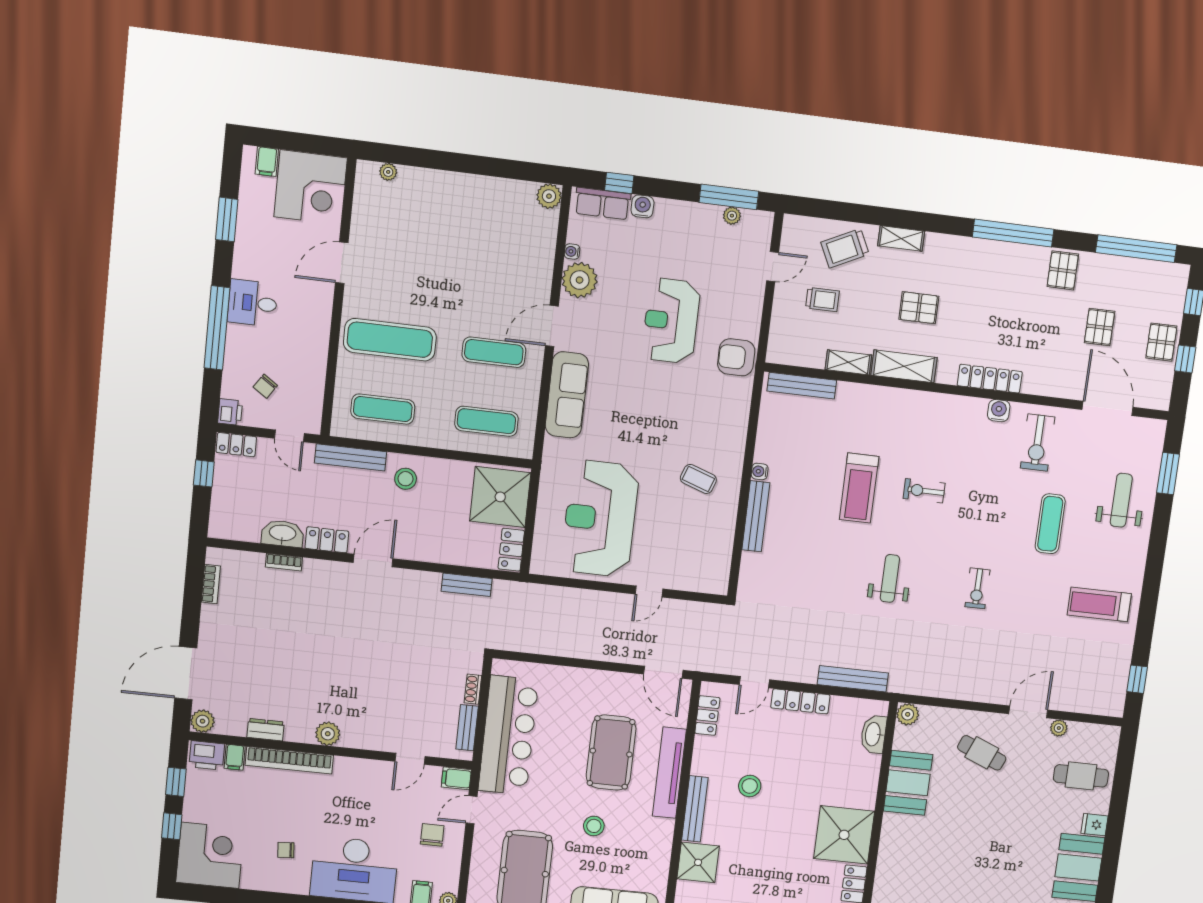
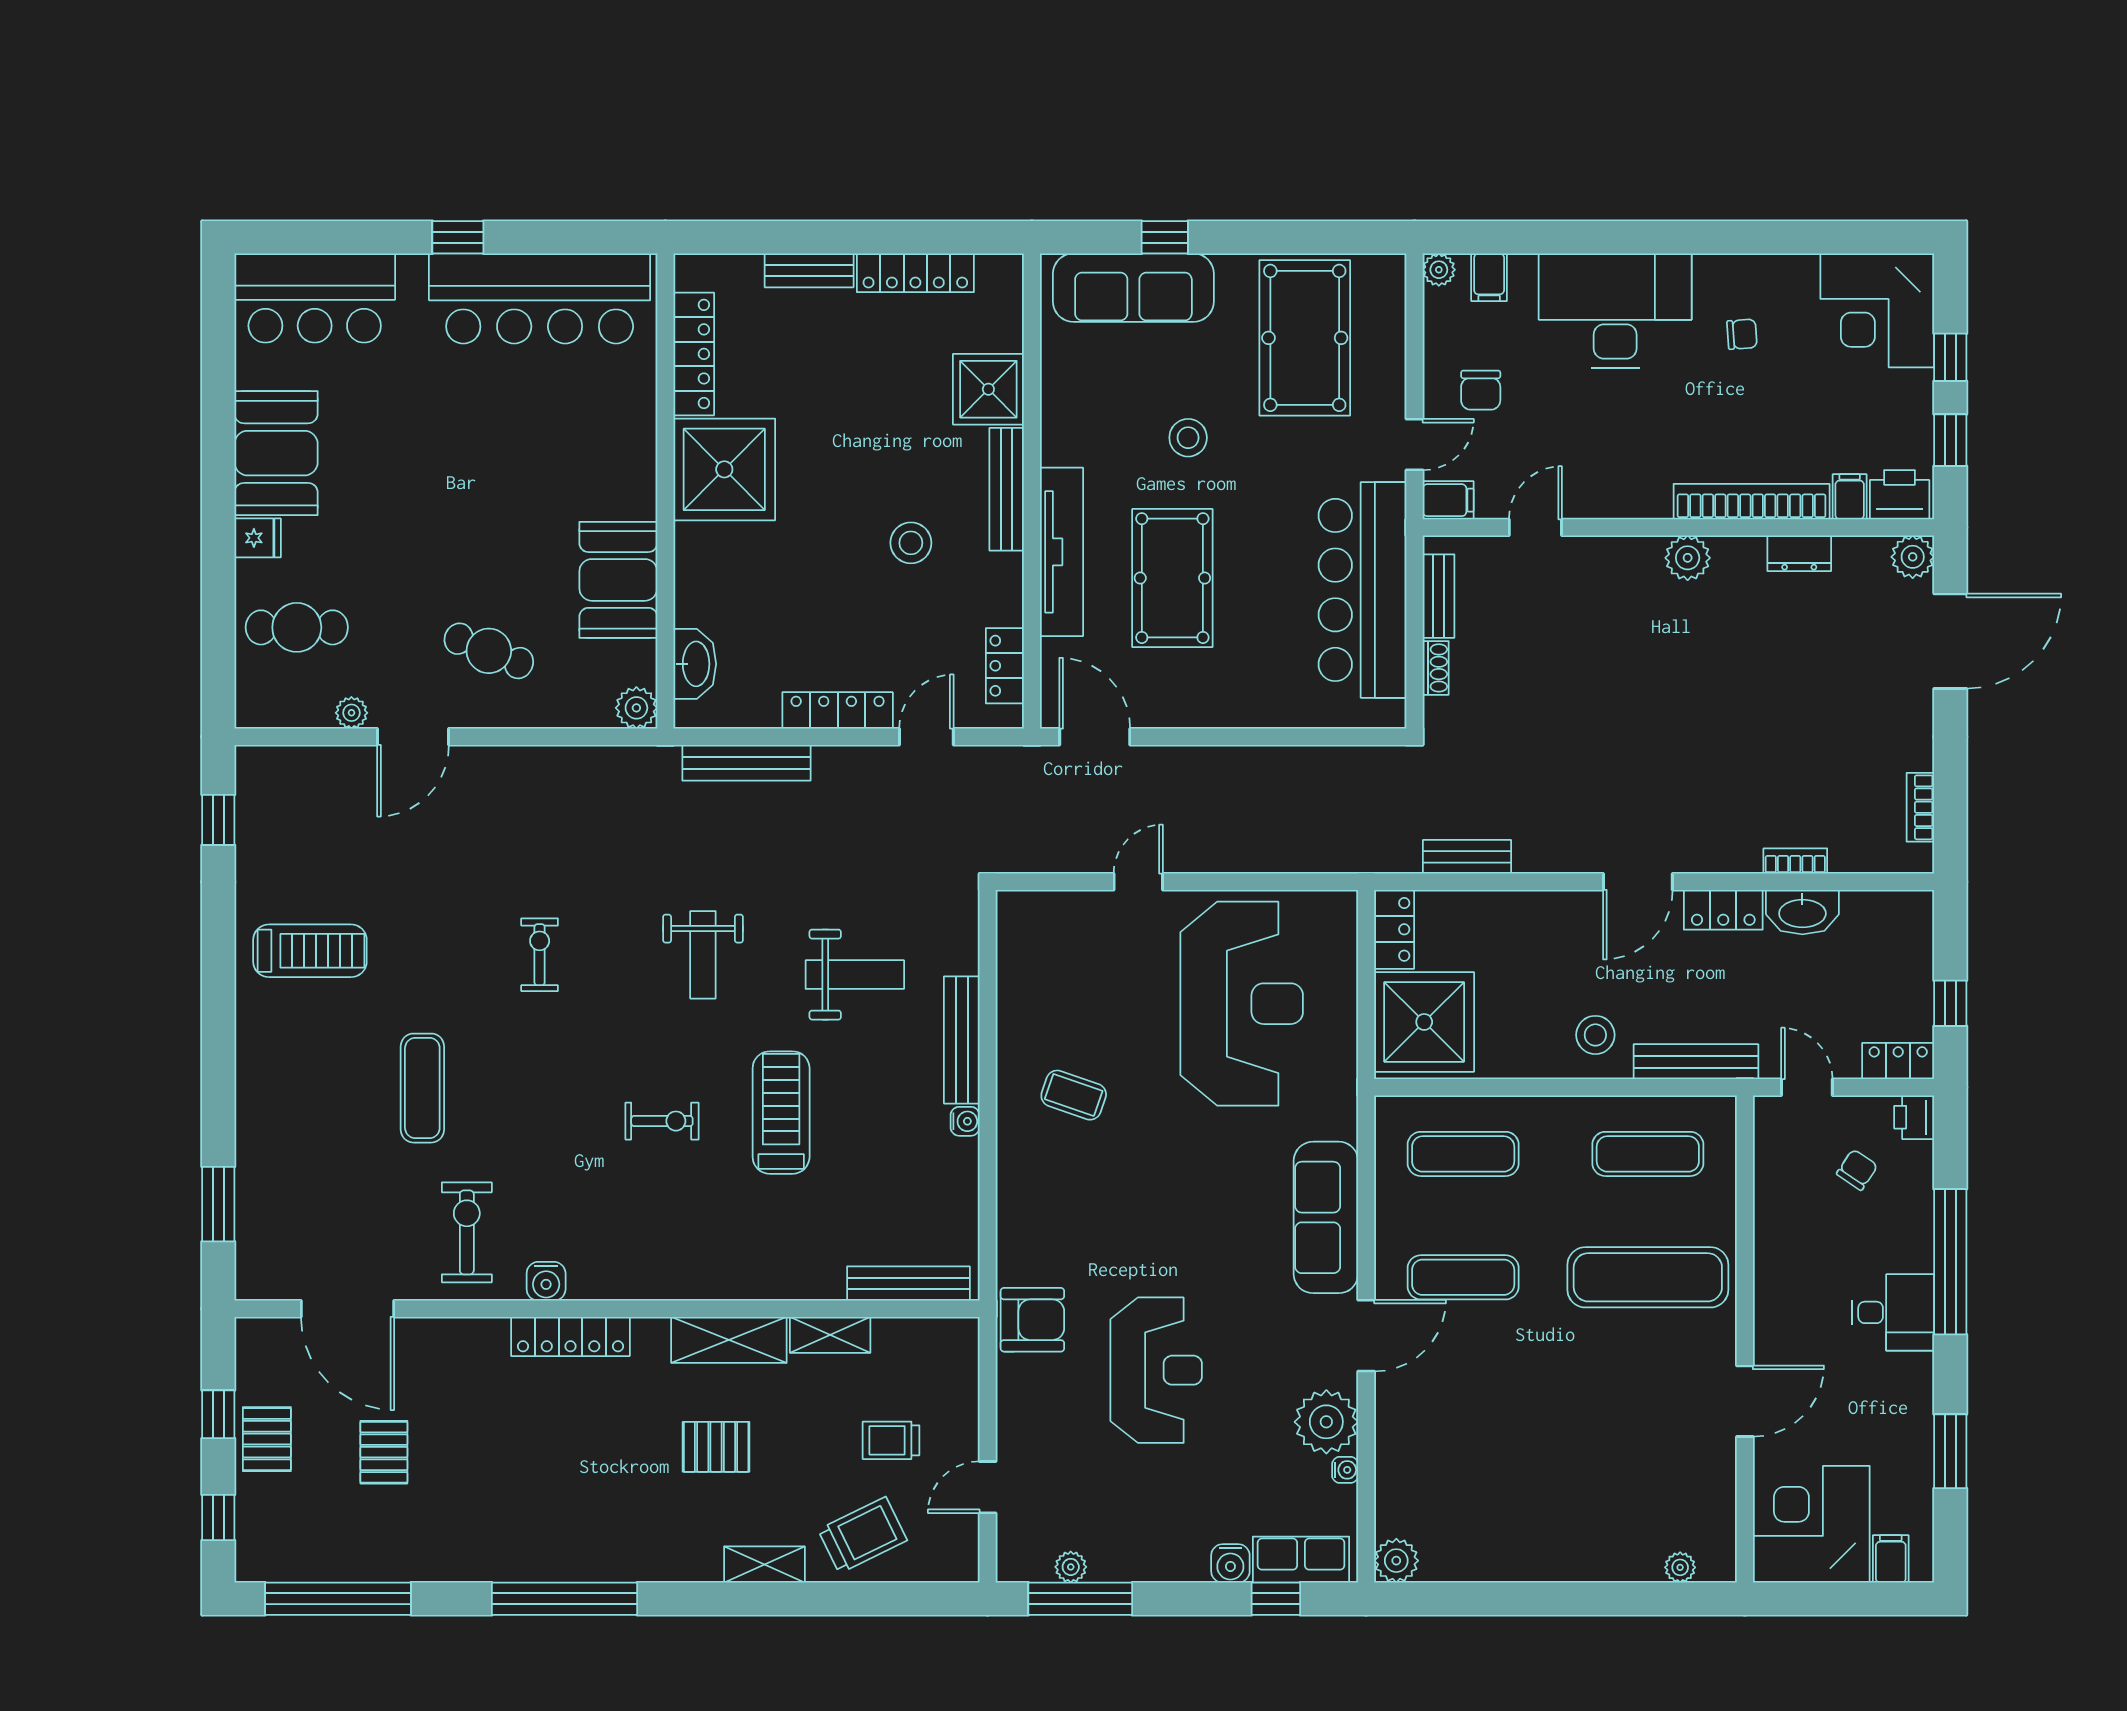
pallet: (1063, 270) -> (465, 1544), removed
weight bench: (1121, 500) -> (855, 975), moved, turned -90

